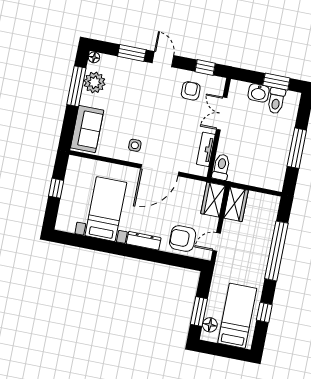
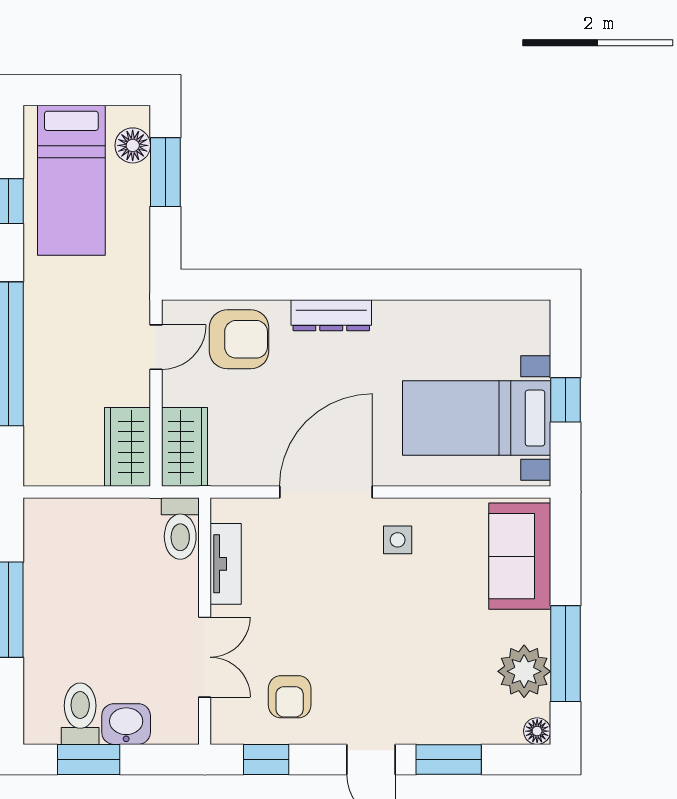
bed with nightstands: (106, 209) -> (477, 418), moved, turned 90

